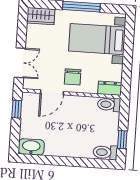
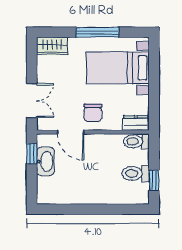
door: (52, 92) -> (71, 132), hinge flipped
washbasin: (31, 147) -> (45, 161), moved, turned 90
toilet: (105, 152) -> (136, 173), moved

